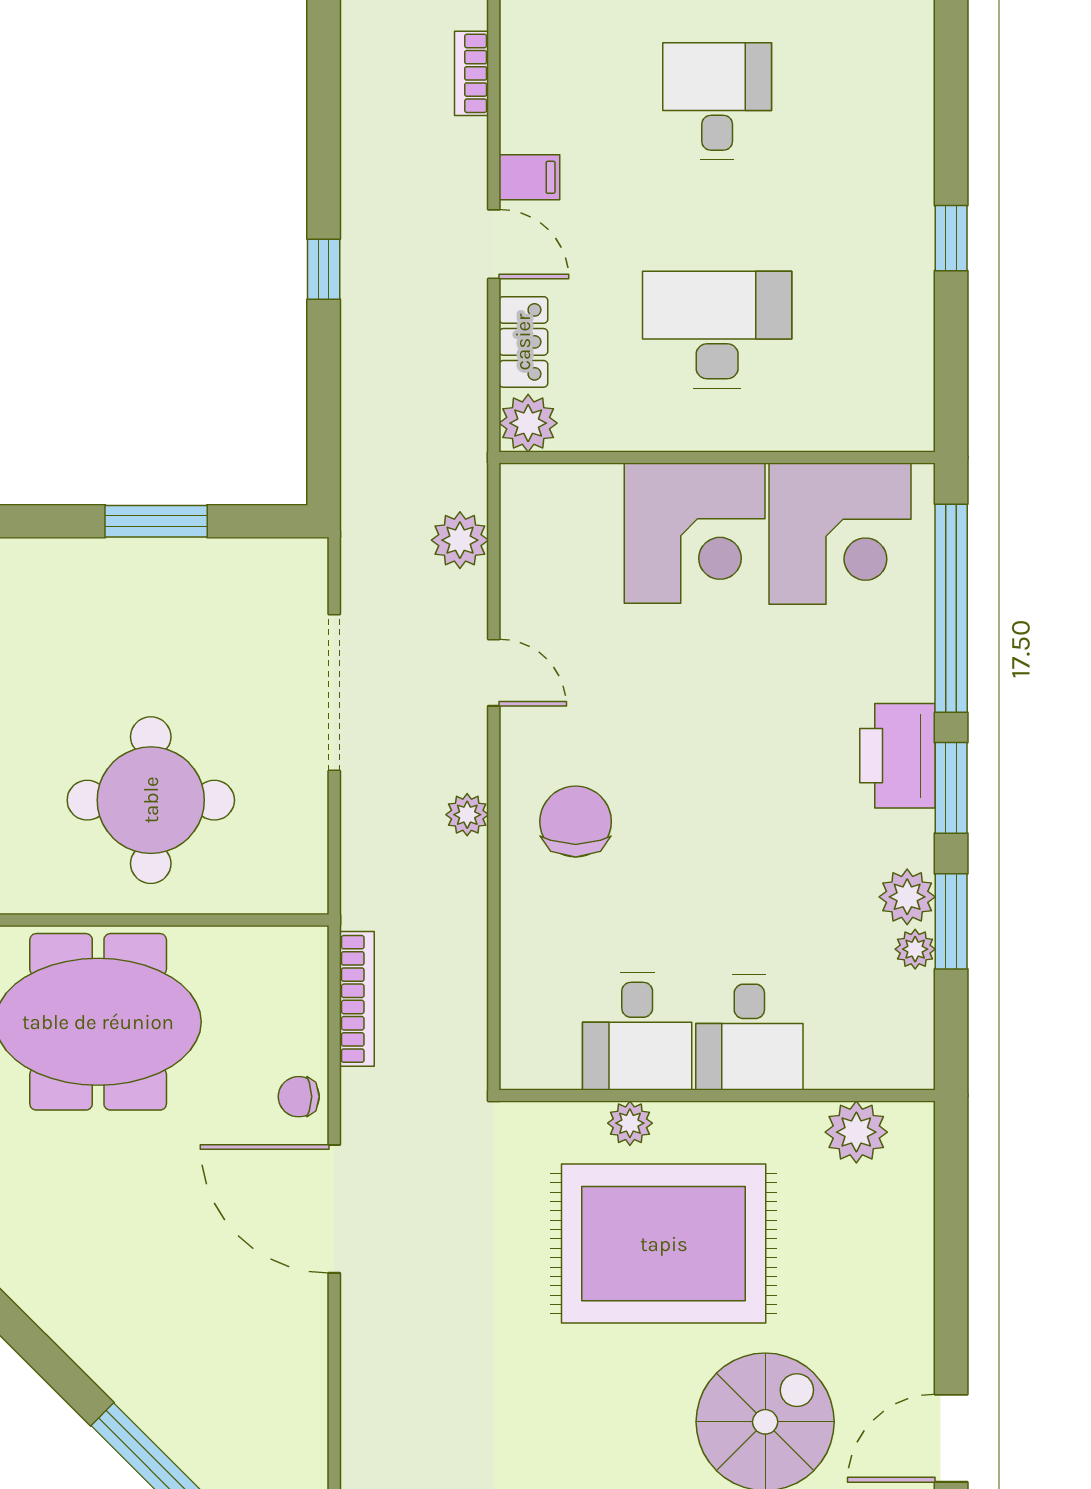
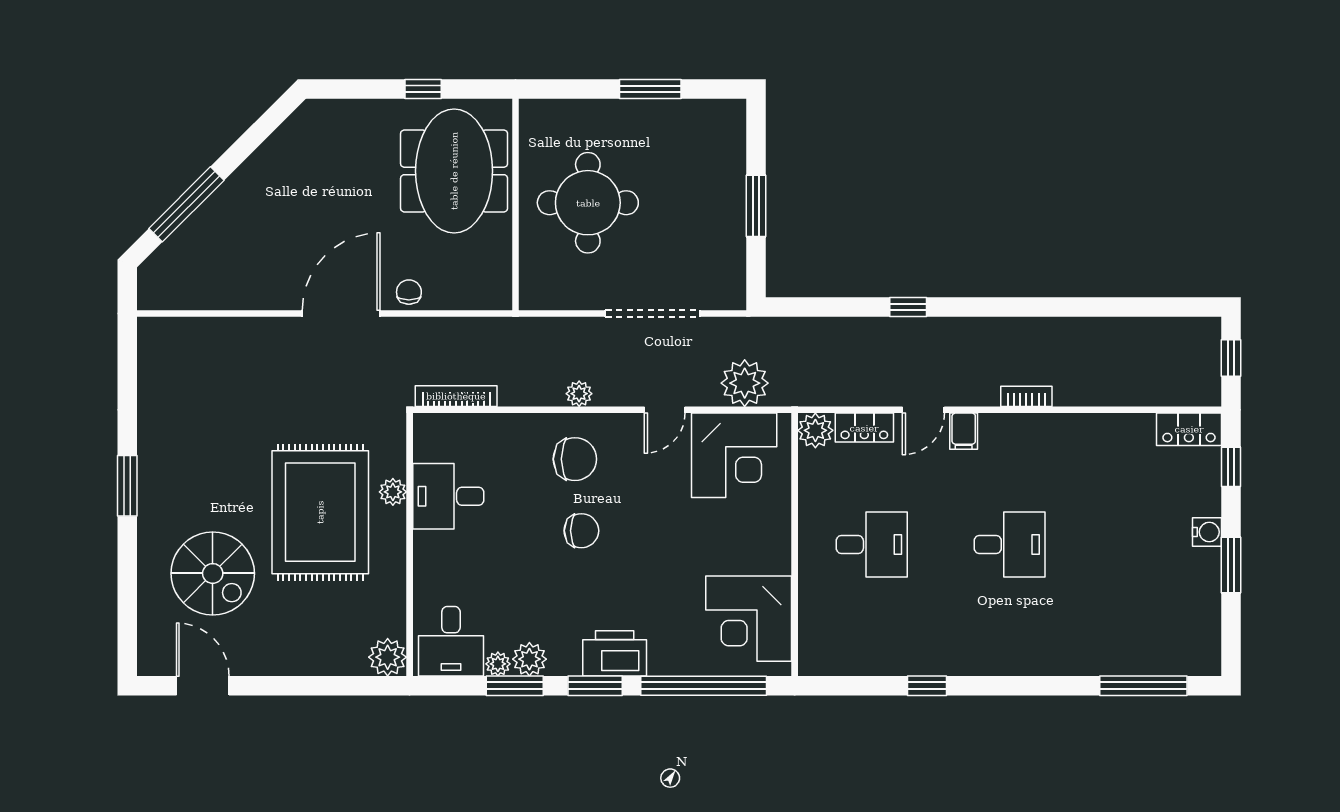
desk: (717, 330) -> (872, 545), width x0.73
corner desk: (695, 533) -> (734, 455), moved, turned -90
plant: (460, 540) -> (745, 383), width x1.36, depth x1.36
chair: (694, 811) -> (581, 531), added
bookcase: (357, 999) -> (456, 396), moved, turned 180
desk: (749, 1033) -> (451, 641), moved, turned -90
plant: (856, 1132) -> (388, 657), moved

